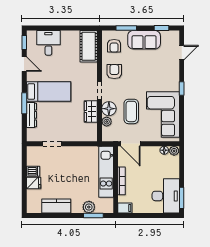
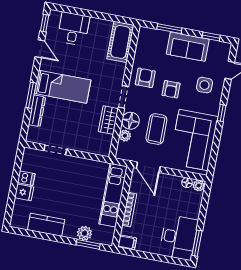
armchair: (114, 46) -> (171, 89), moved
side table: (163, 68) -> (204, 85), added

